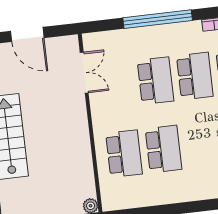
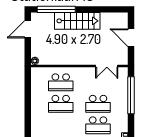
window: (158, 19) -> (131, 95), moved
door: (27, 34) -> (131, 38), hinge flipped

